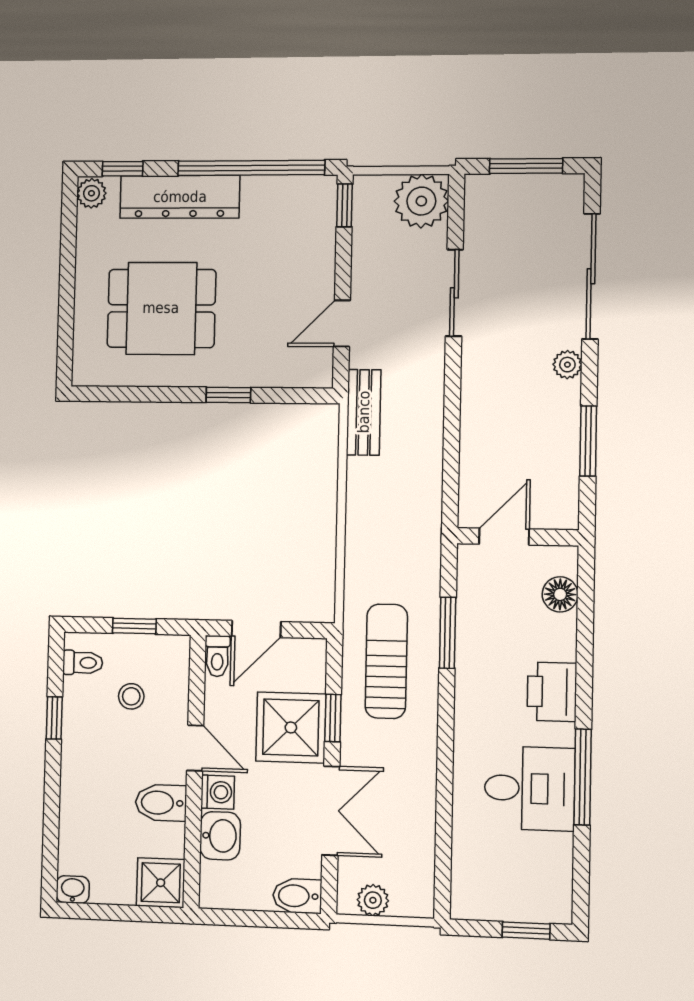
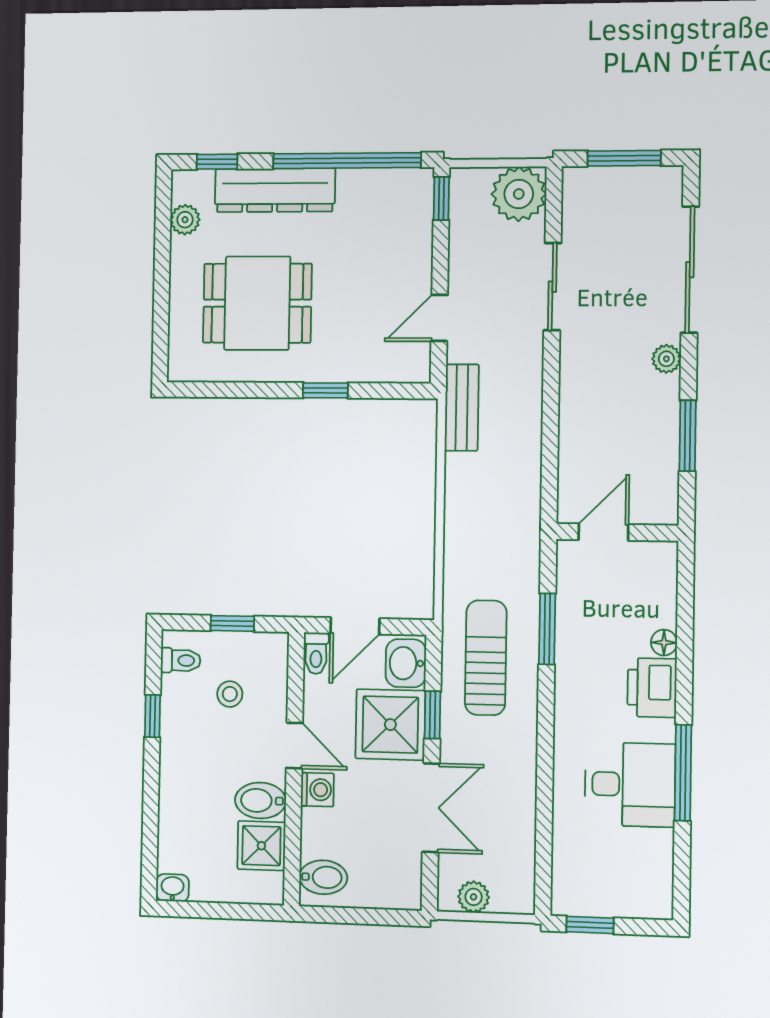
plant: (91, 193) -> (185, 220), moved
floor lamp: (560, 594) -> (664, 643), moved, width x0.73, depth x0.73
washbasin: (220, 836) -> (406, 663), moved, turned 180
shower: (161, 883) -> (261, 846), moved
bidet: (297, 896) -> (323, 877), moved, turned 180
window: (526, 931) -> (590, 925), moved

